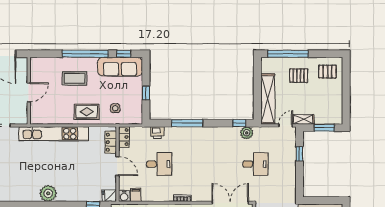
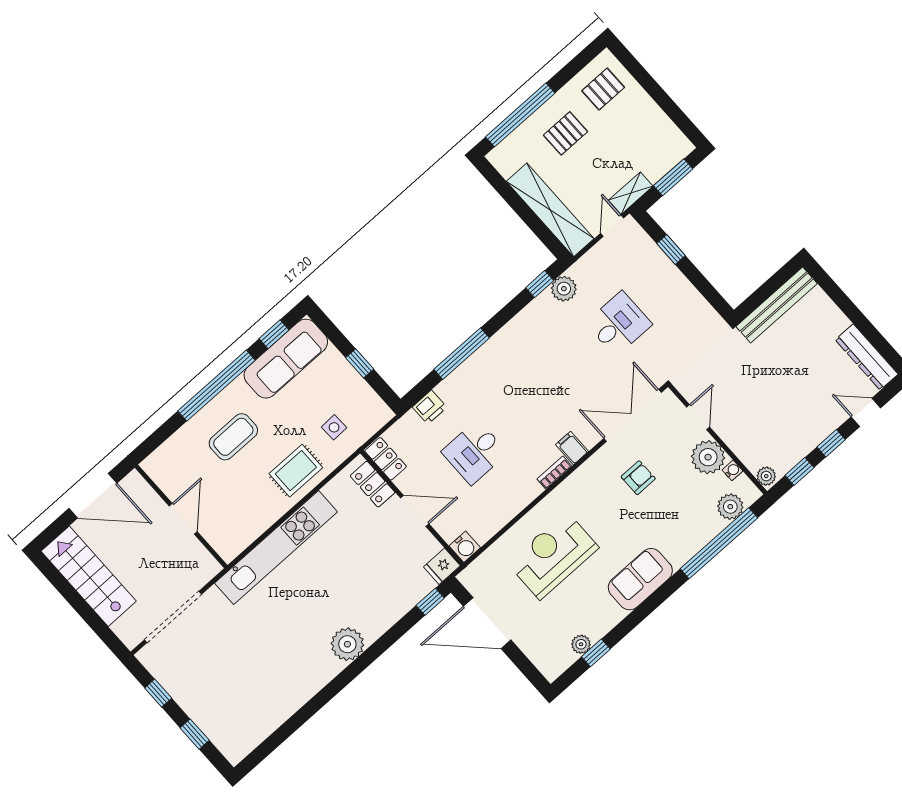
desk: (159, 164) -> (475, 452), turned 180
filing cabinet: (136, 195) -> (572, 448), moved

